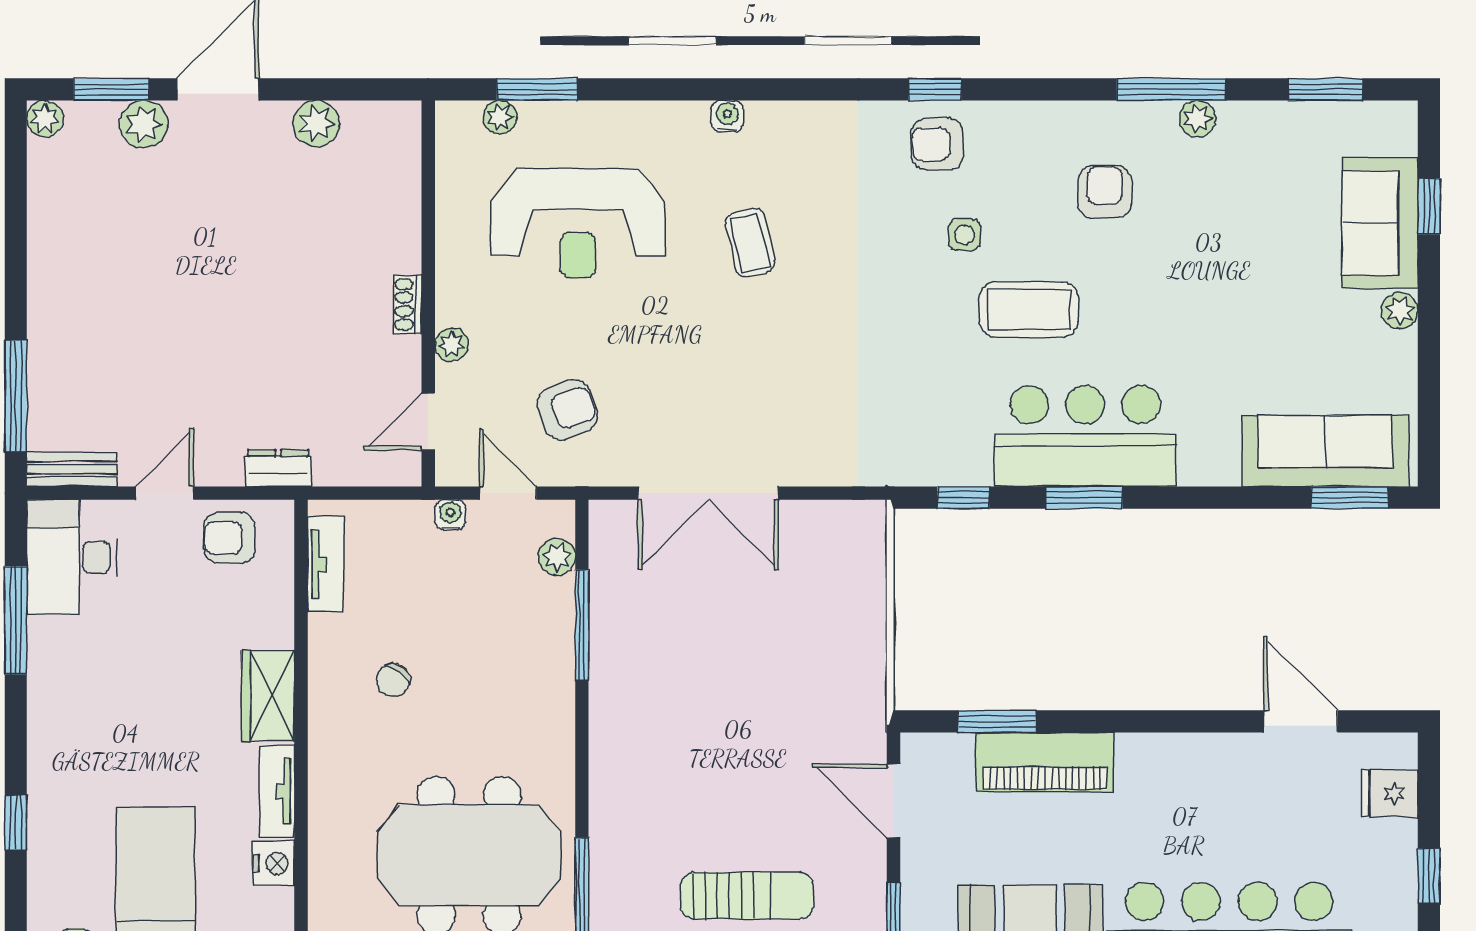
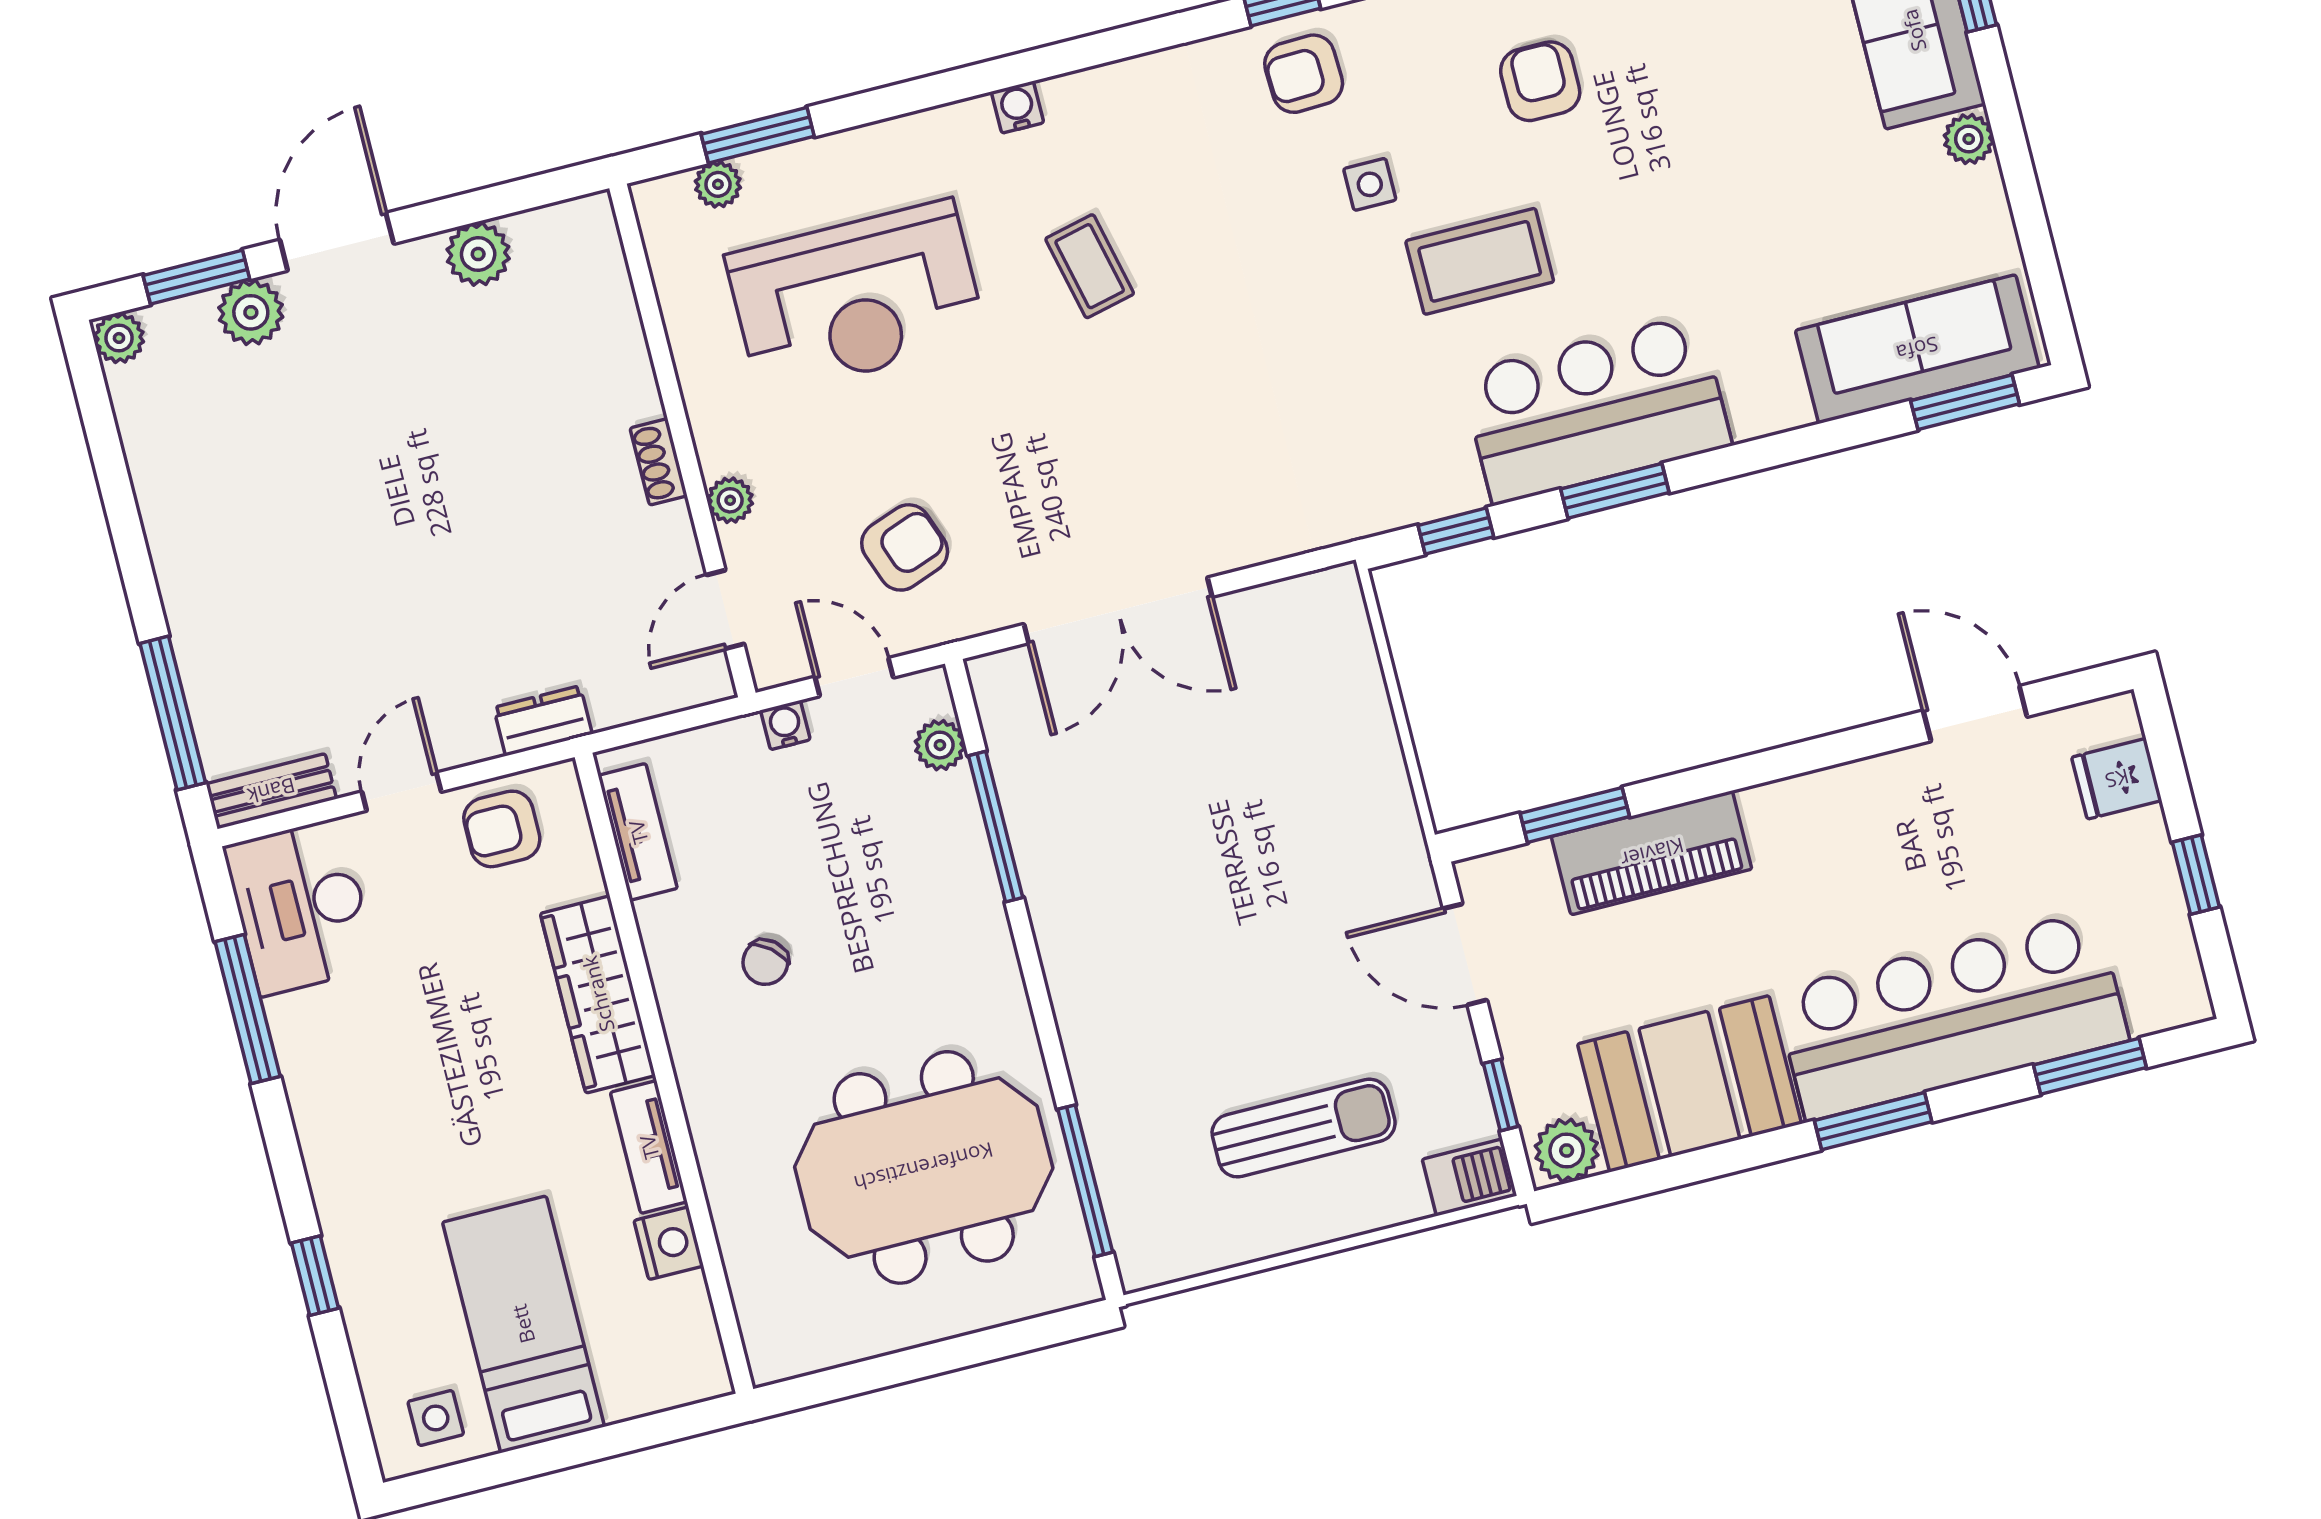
wardrobe: (268, 696) -> (598, 994), width x1.50

